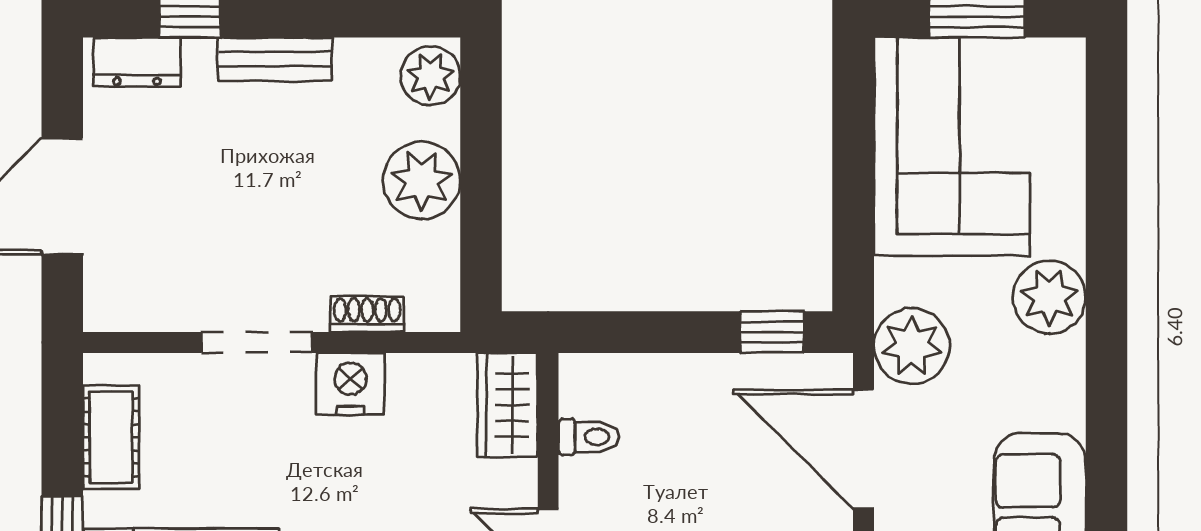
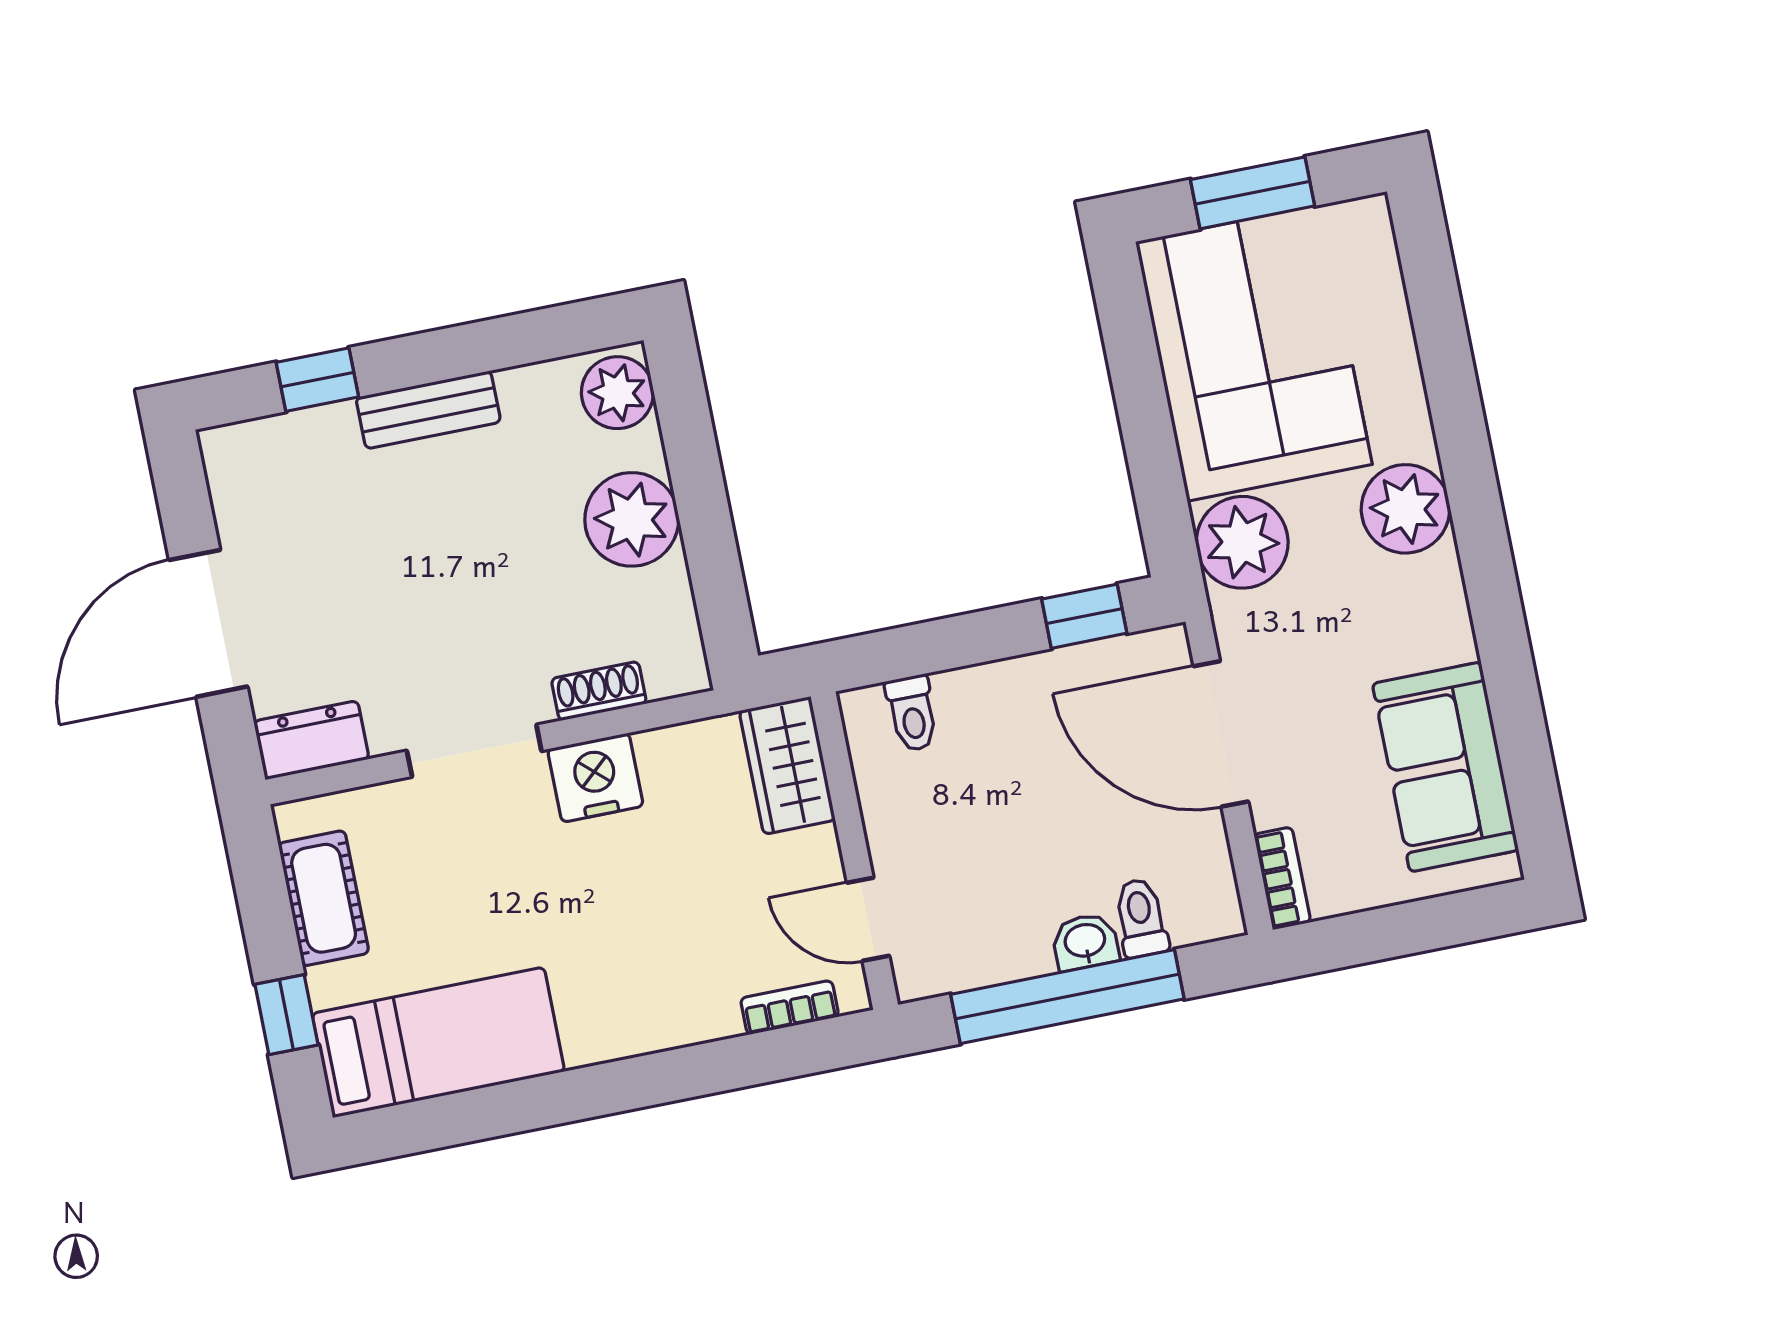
dresser: (137, 62) -> (311, 740), moved, turned 180
plant: (912, 346) -> (1242, 542), moved
toilet: (588, 437) -> (912, 713), moved, turned 90

